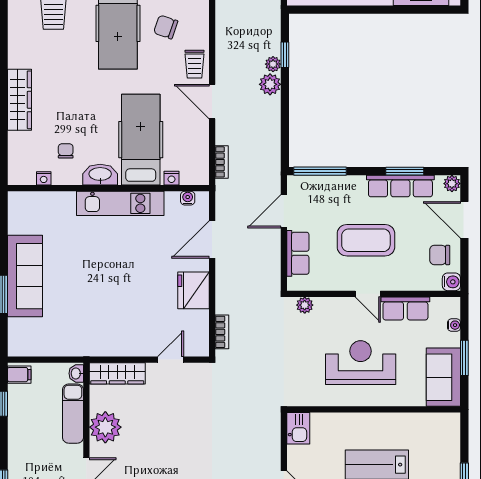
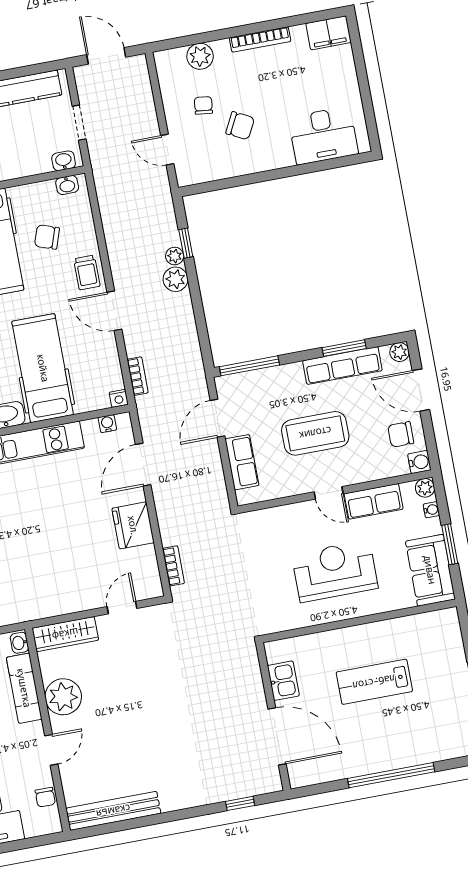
nightstand: (171, 178) -> (119, 398), moved
plant: (305, 305) -> (425, 488), moved
kitchen sink: (298, 428) -> (283, 681), moved

